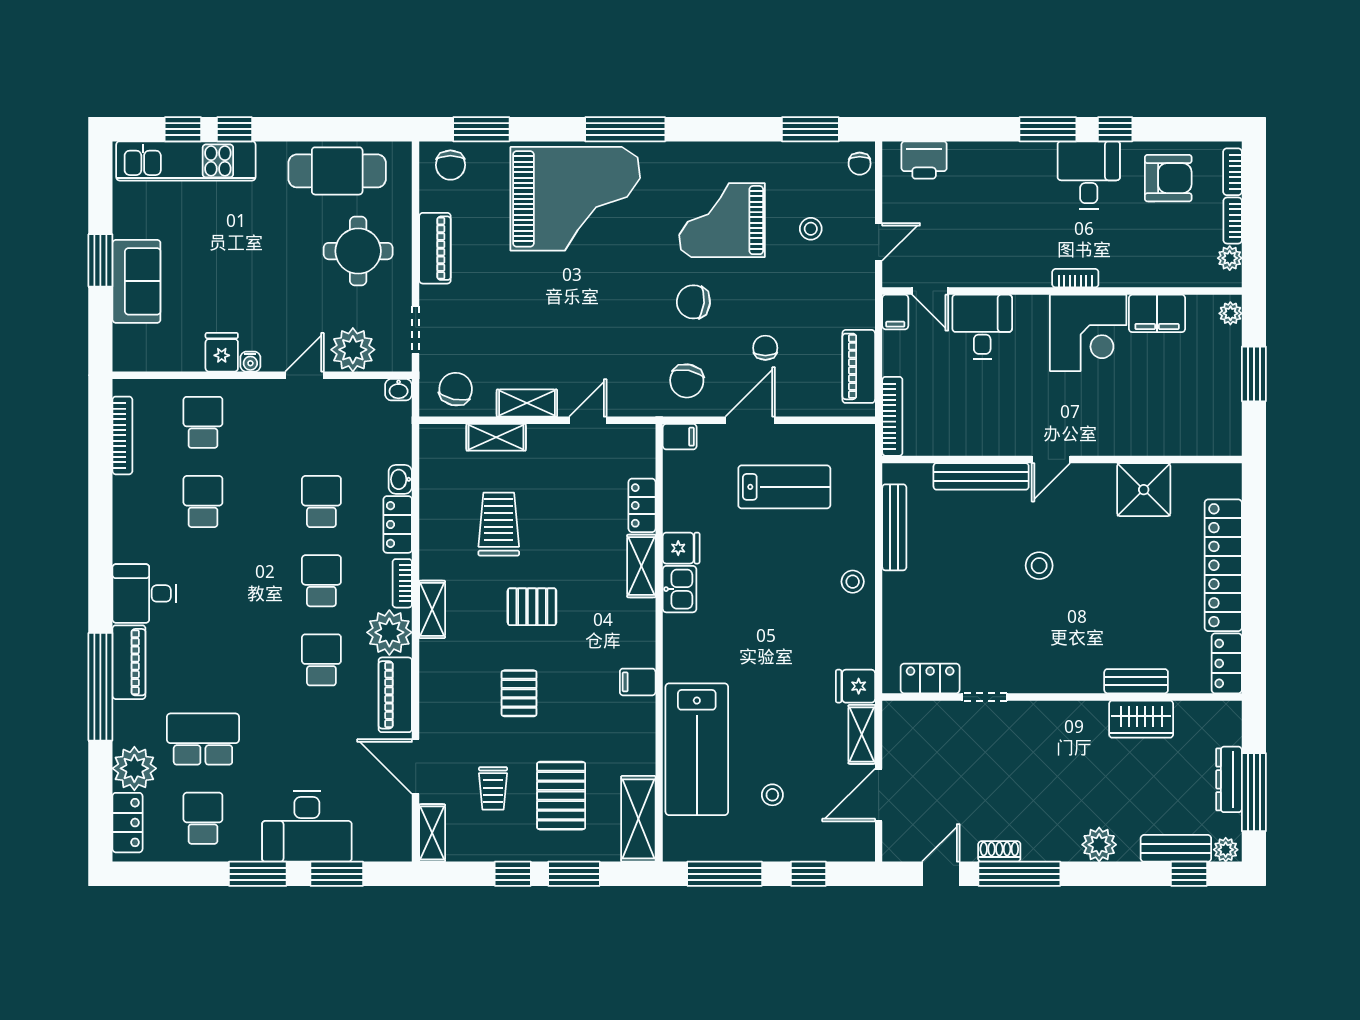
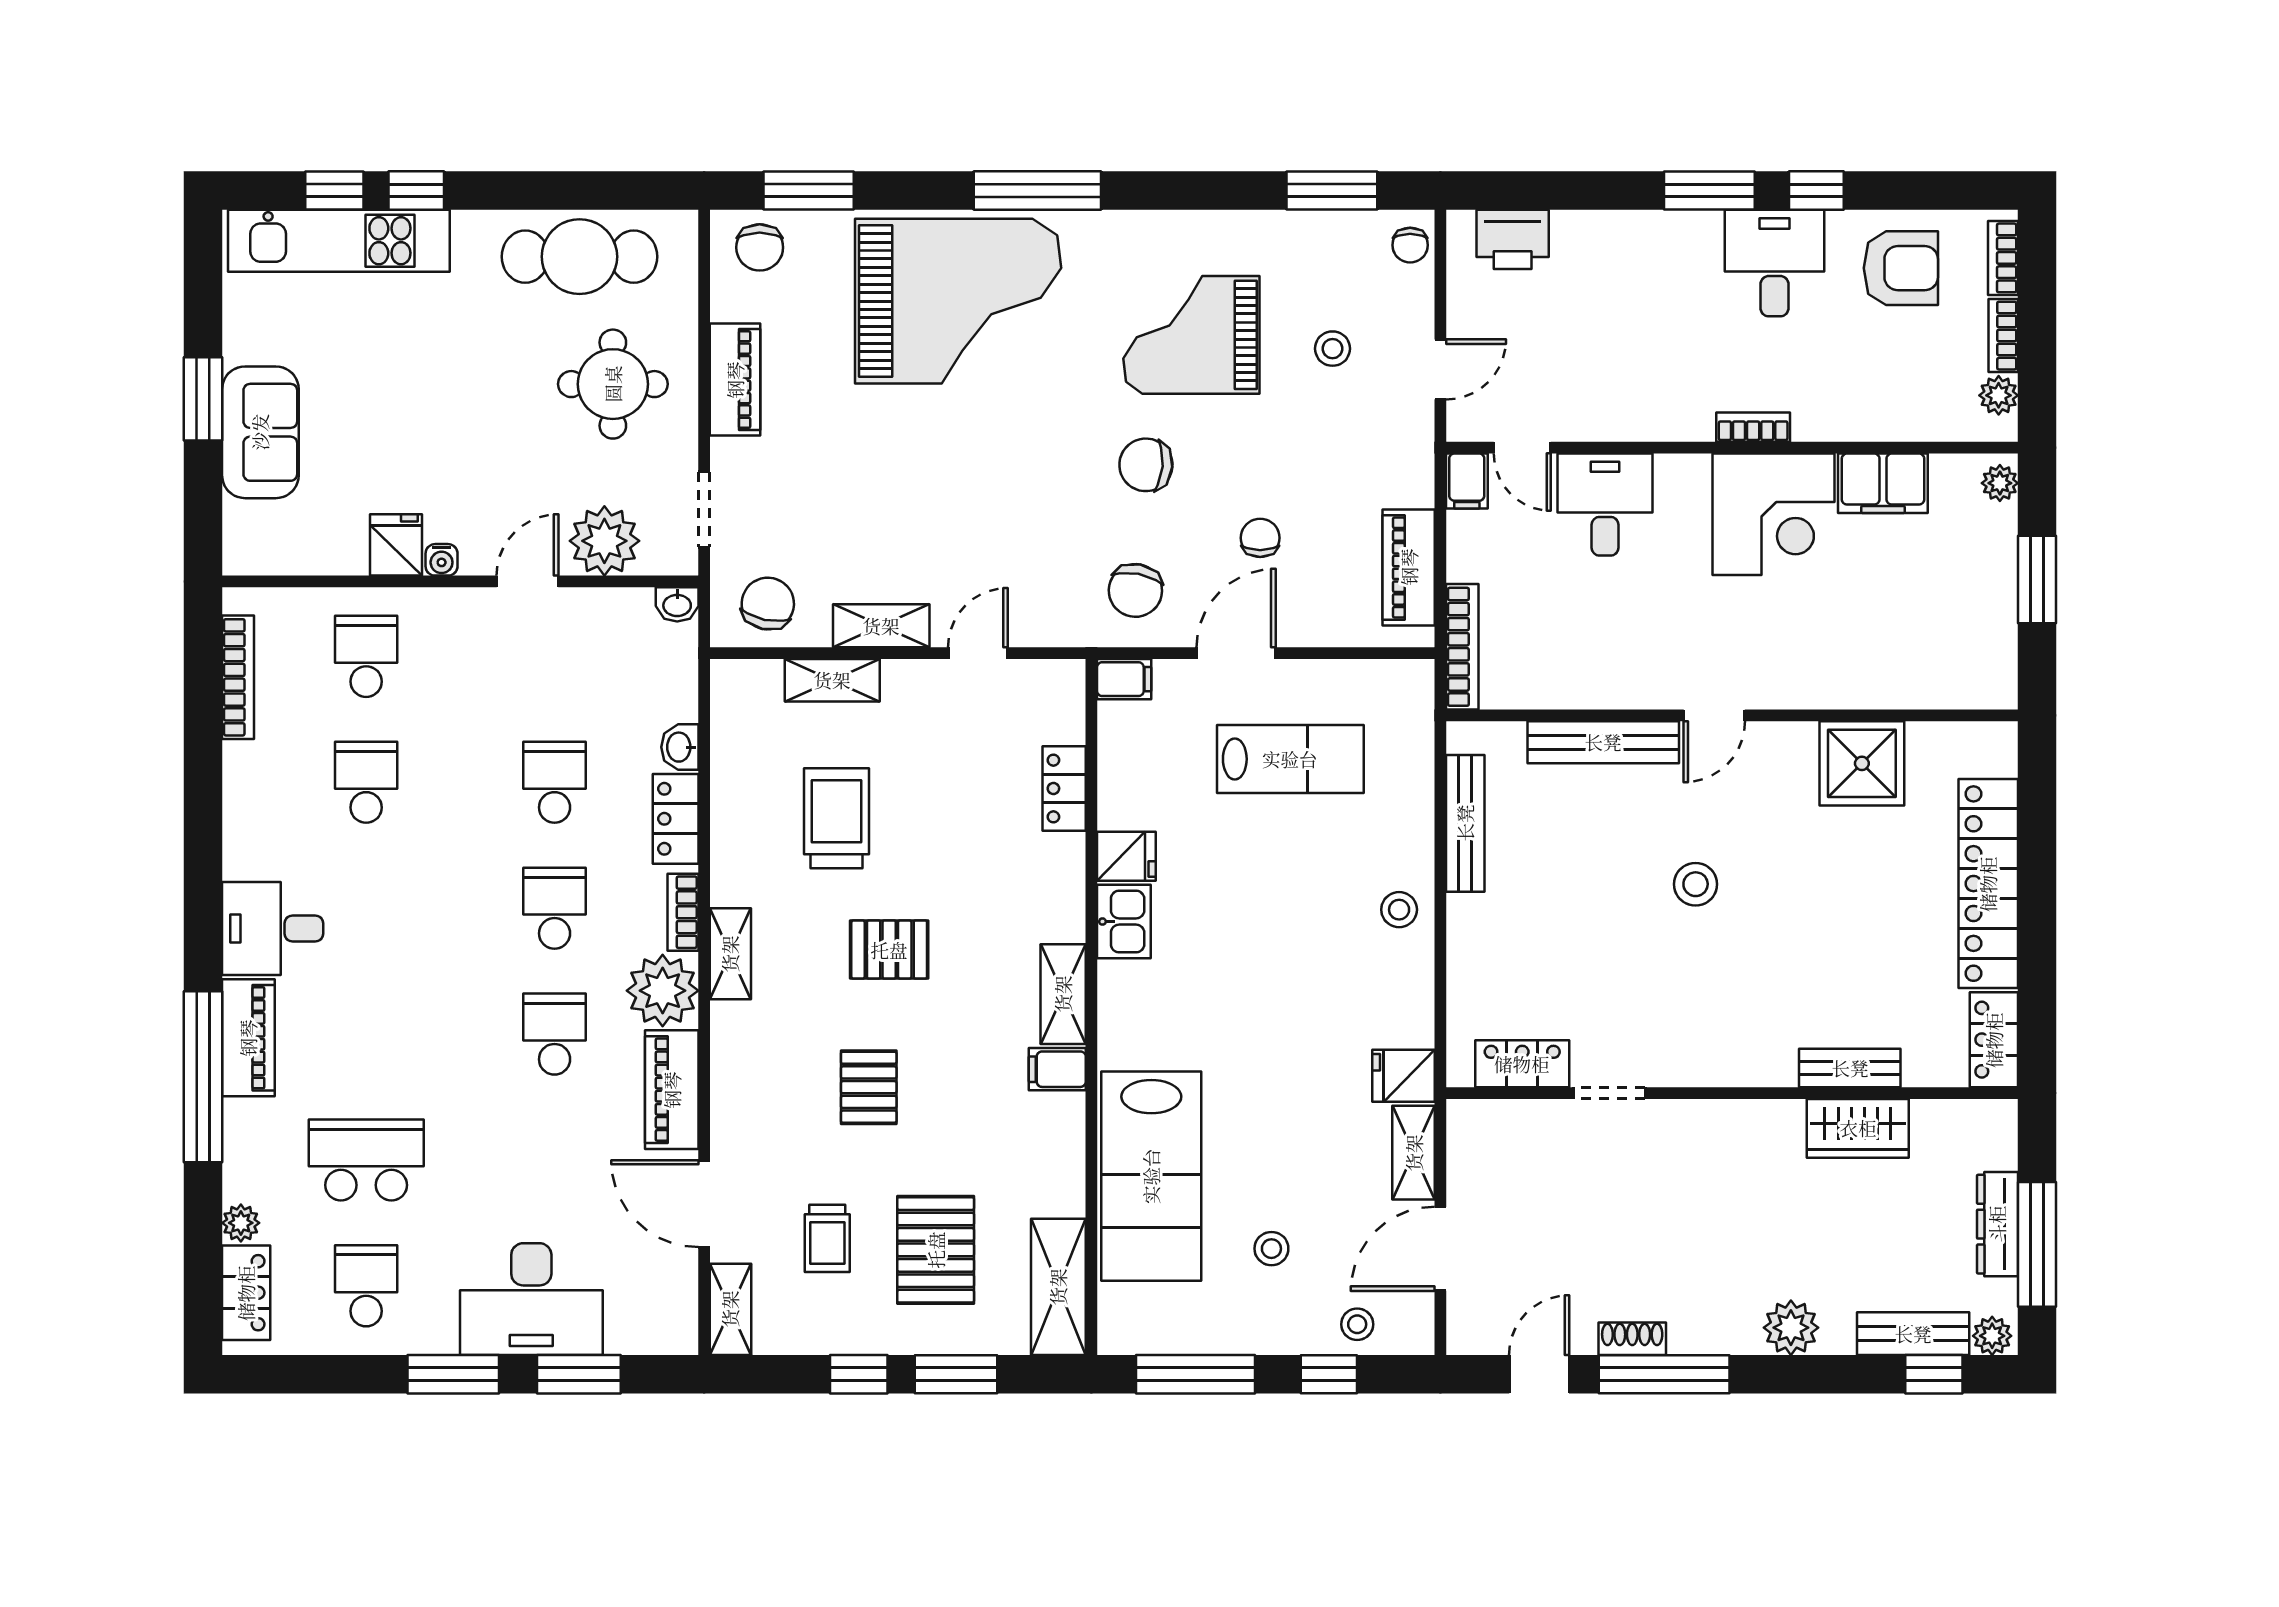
shelving: (641, 566) -> (1063, 994), moved
plant: (134, 768) -> (241, 1223), width x0.53, depth x0.53
stool: (826, 842) -> (1357, 1324), added

